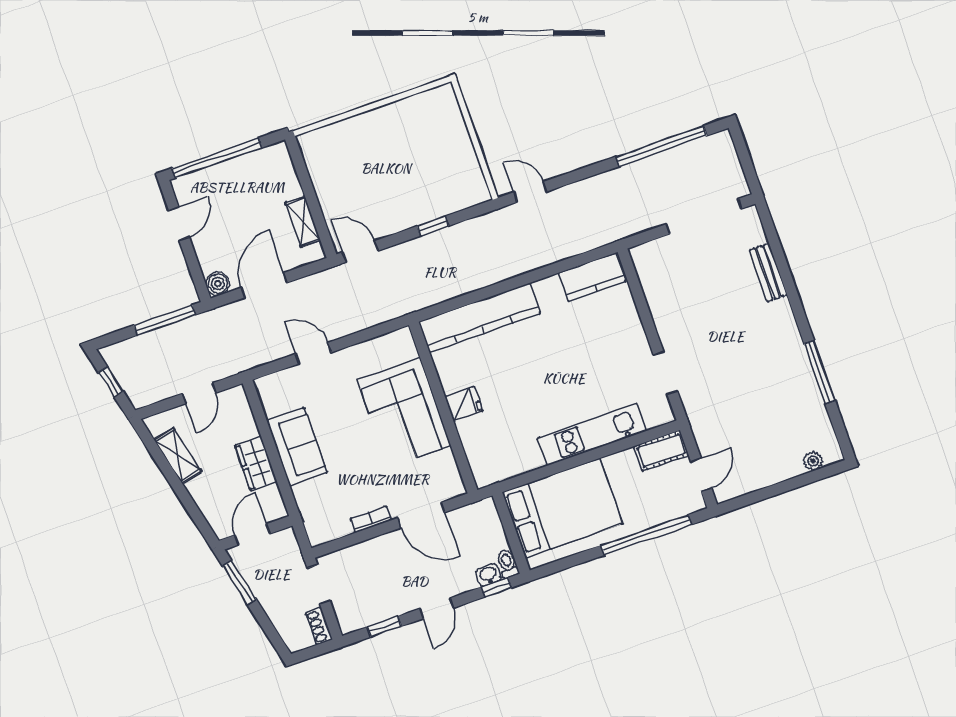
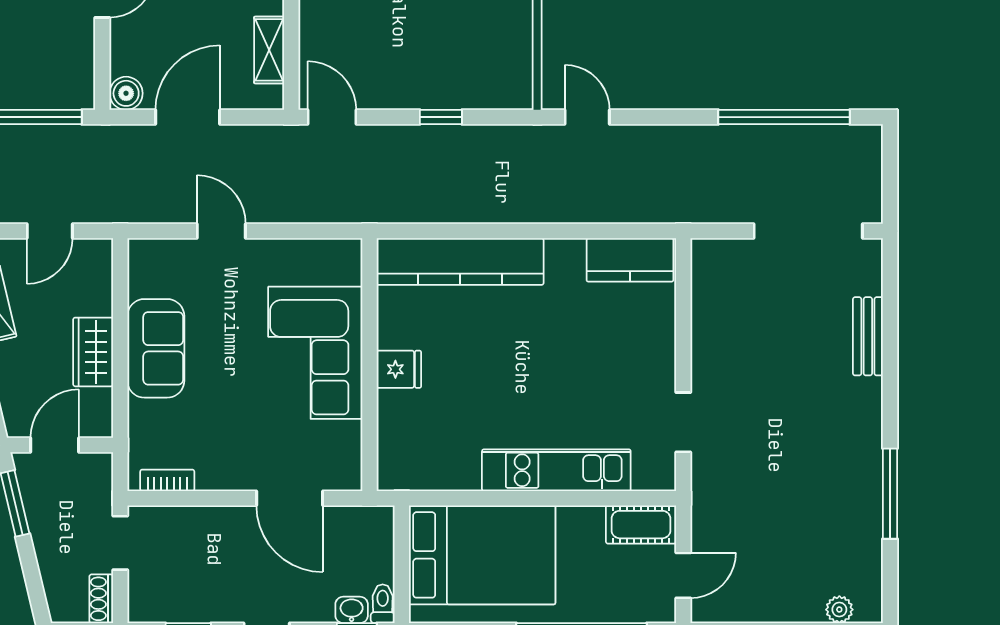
bookcase: (371, 519) -> (167, 480), moved

